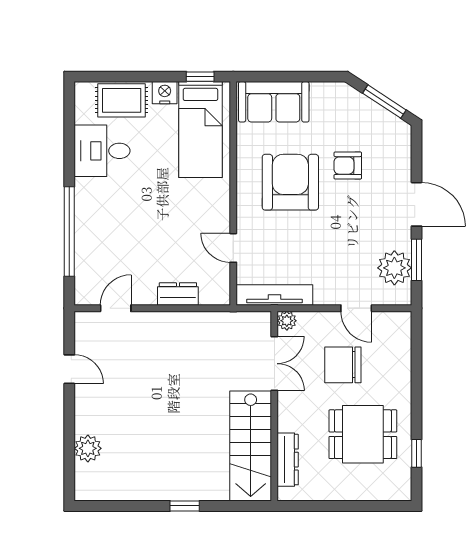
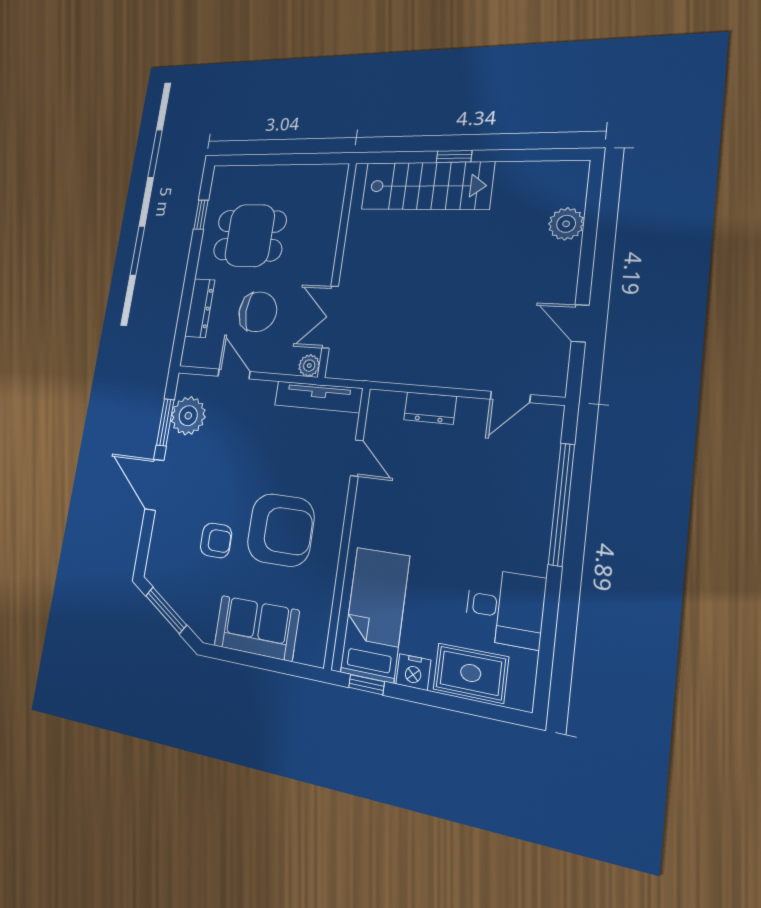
sofa: (274, 102) -> (256, 628), moved
armchair: (290, 182) -> (281, 530), turned -90
stairs: (251, 446) -> (427, 186), moved, turned 90
dresser: (288, 460) -> (200, 308), moved, turned 180

